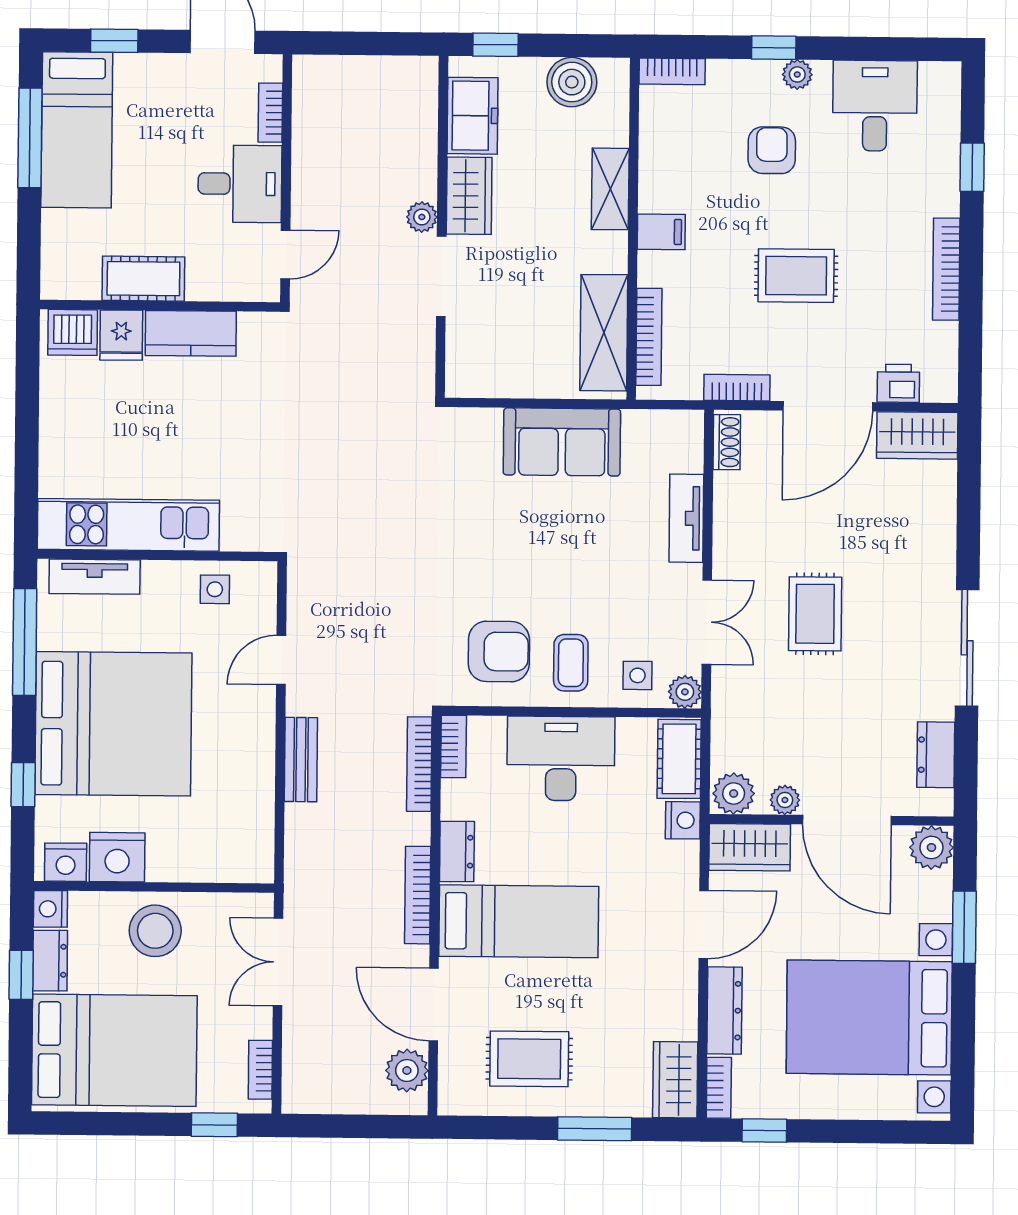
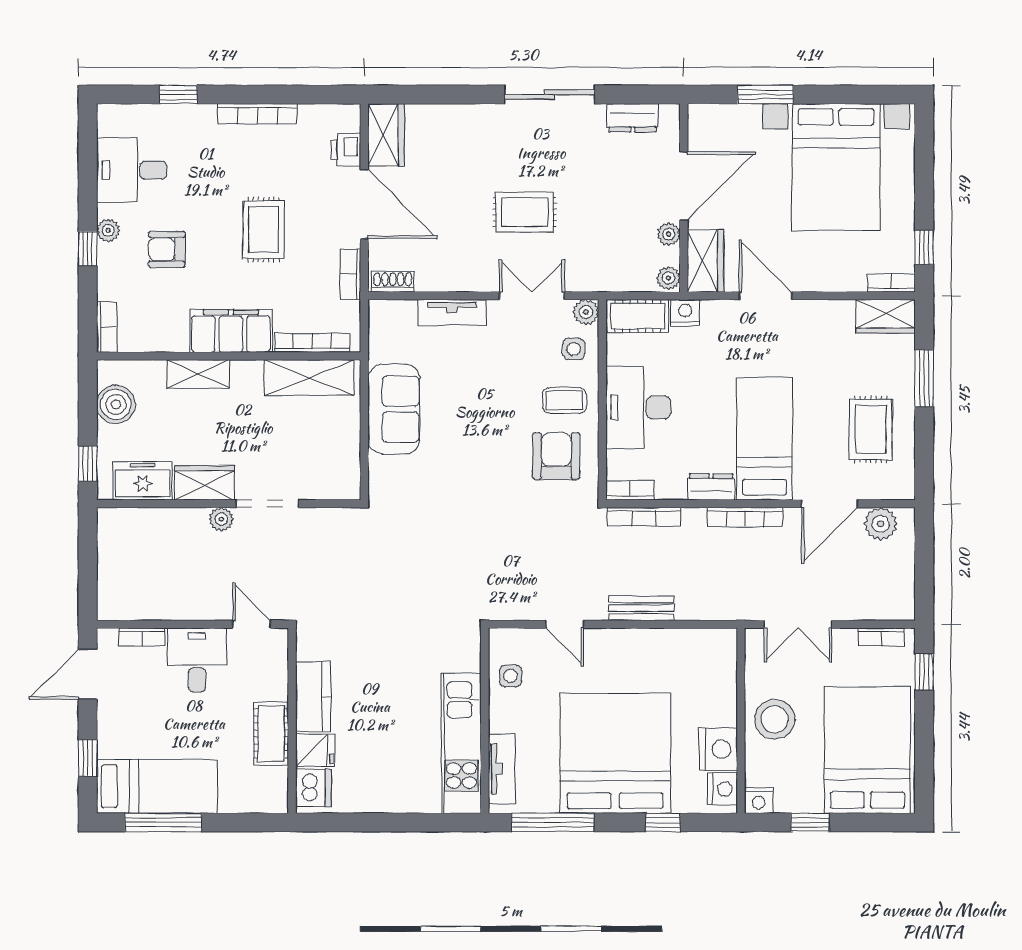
filing cabinet: (661, 232) -> (231, 331), width x3.00, depth x1.17
plant: (734, 794) -> (668, 278), width x0.73, depth x0.73
plant: (931, 847) -> (704, 120), removed
dresser: (50, 961) -> (799, 800), removed
dresser: (724, 1011) -> (832, 279), removed

